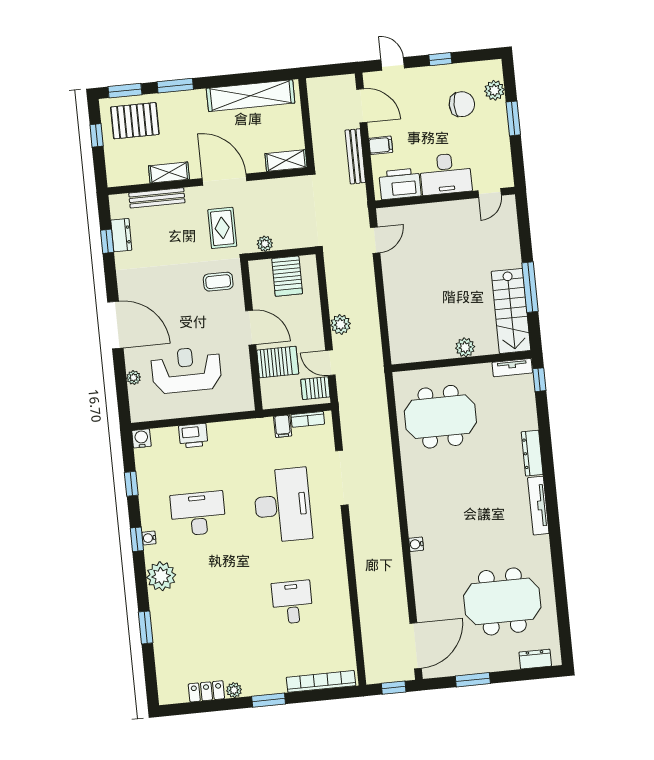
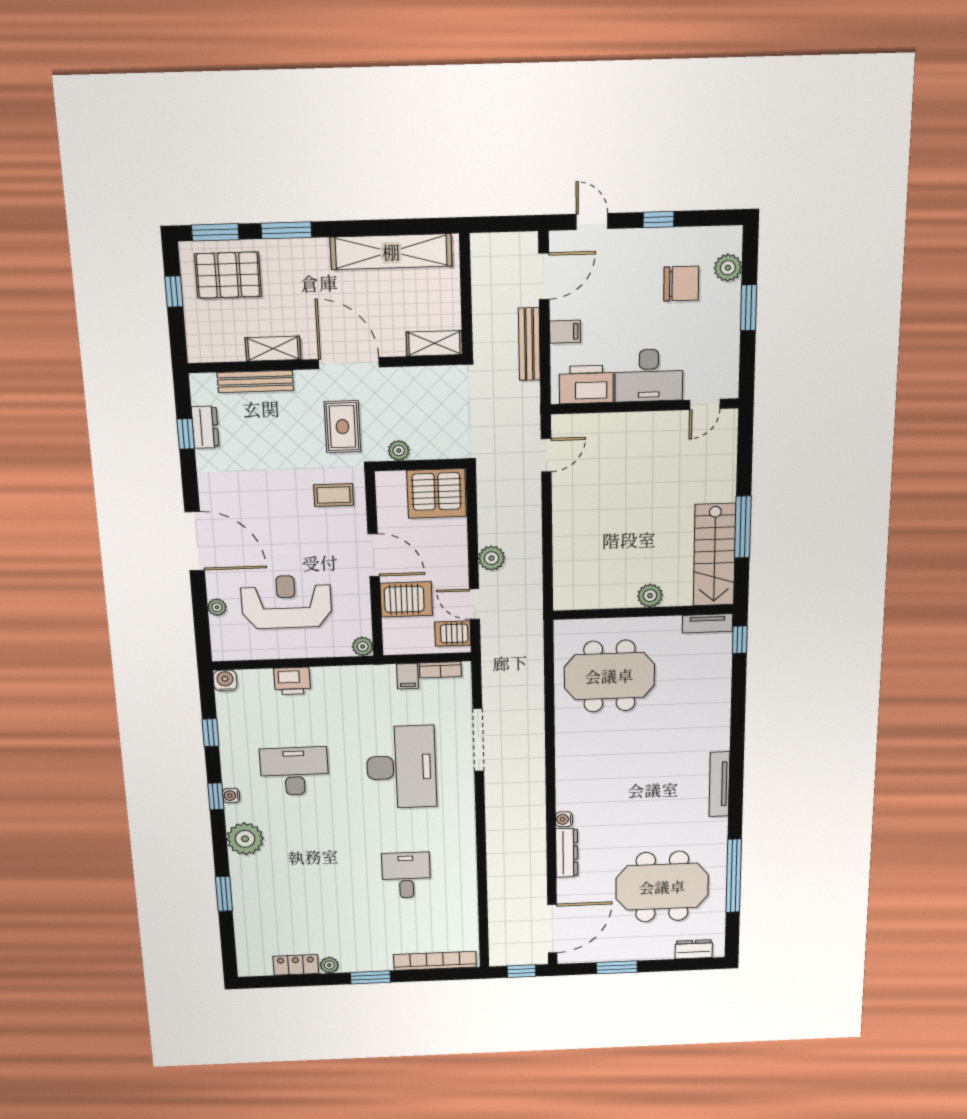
door: (362, 106) -> (544, 276), hinge flipped
server rack: (287, 276) -> (437, 493), width x1.60
plant: (246, 403) -> (363, 646), added
dresser: (532, 453) -> (567, 853), moved, turned 180
window: (560, 588) -> (734, 876), added

